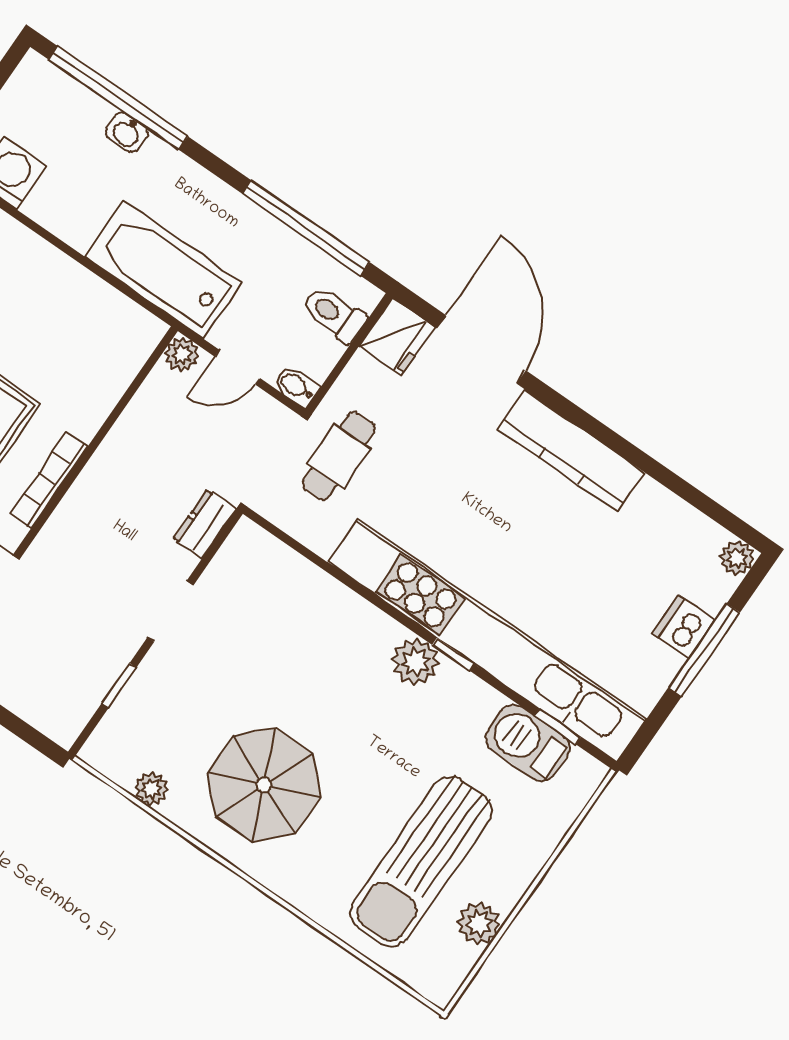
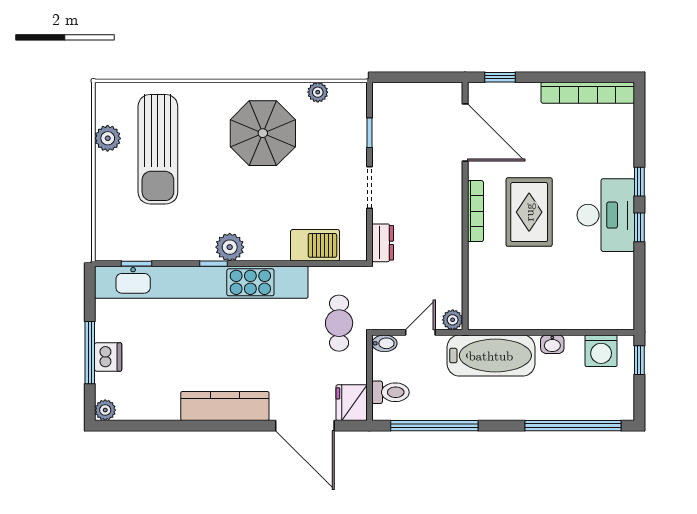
washbasin: (127, 132) -> (552, 344), moved, turned 180
barbecue: (528, 743) -> (315, 245), moved
sun lounger: (421, 862) -> (158, 149), turned 180

